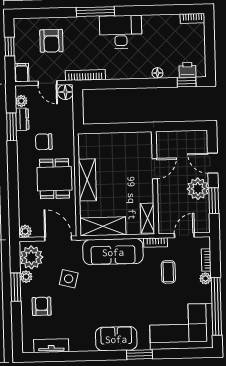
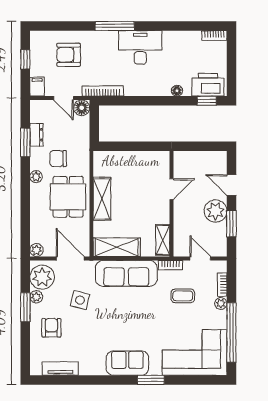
armchair: (51, 41) -> (69, 55), turned 90
printer: (187, 70) -> (208, 85), width x1.87, depth x1.48
plant: (21, 101) -> (36, 177), moved
door: (184, 235) -> (200, 258), hinge flipped
coffee table: (168, 272) -> (183, 296), turned 90

